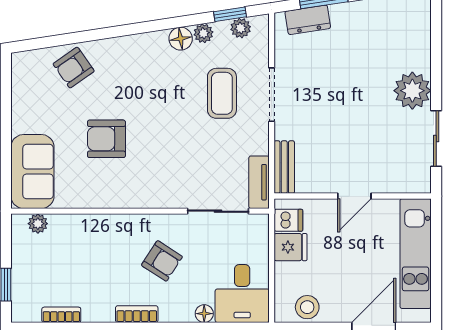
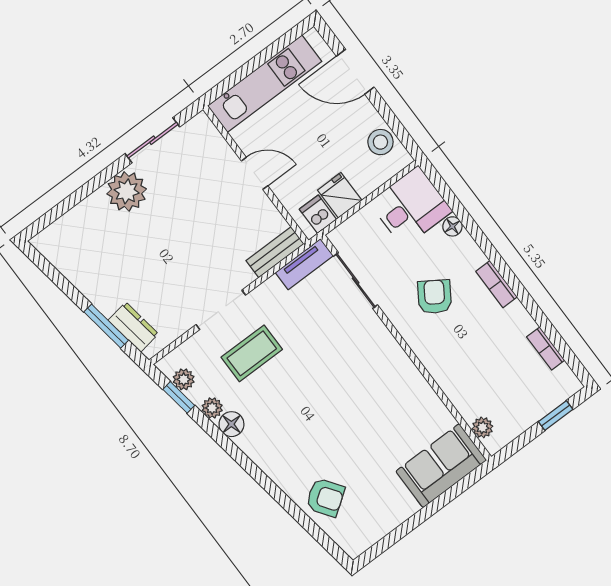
armchair: (106, 139) -> (365, 423), removed

